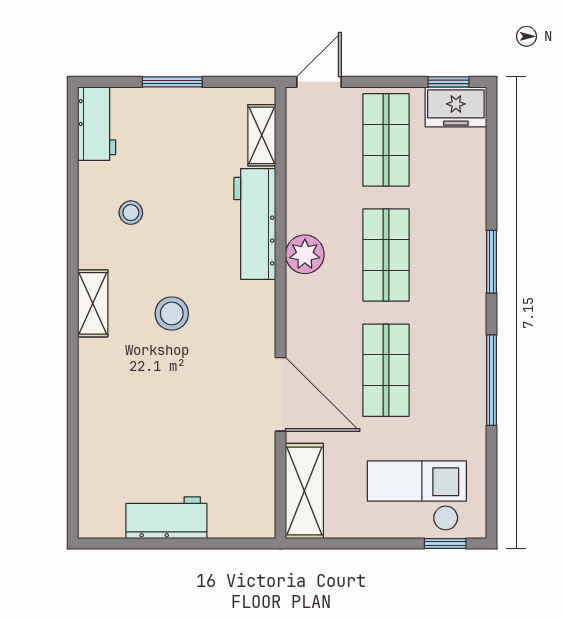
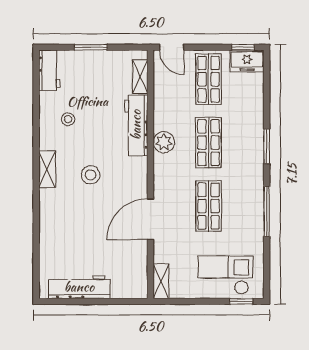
door: (319, 82) -> (172, 47), swing flipped
door: (280, 394) -> (150, 219), swing flipped
shelving: (304, 491) -> (161, 281), width x0.67, depth x0.75
workbench: (166, 518) -> (79, 287), width x1.38

